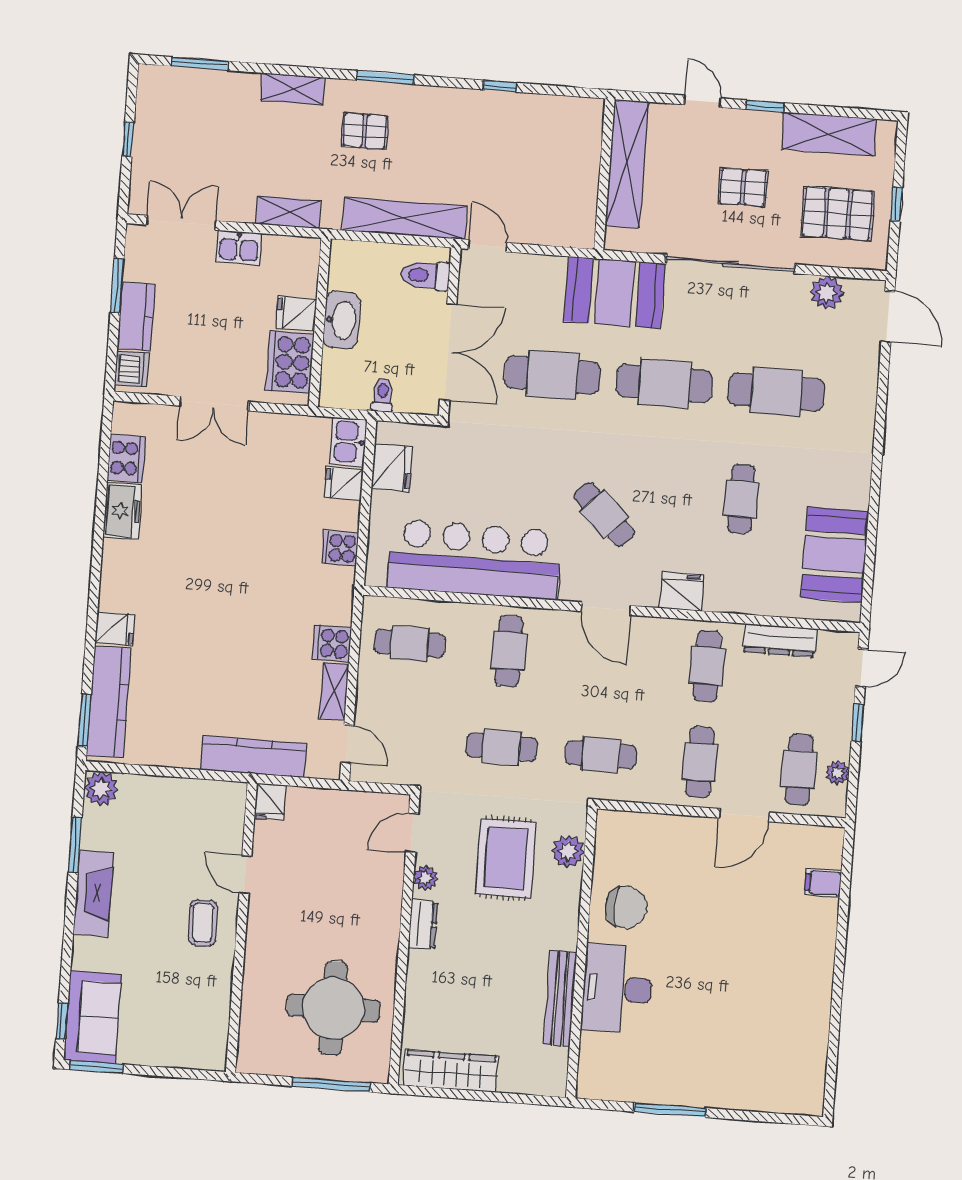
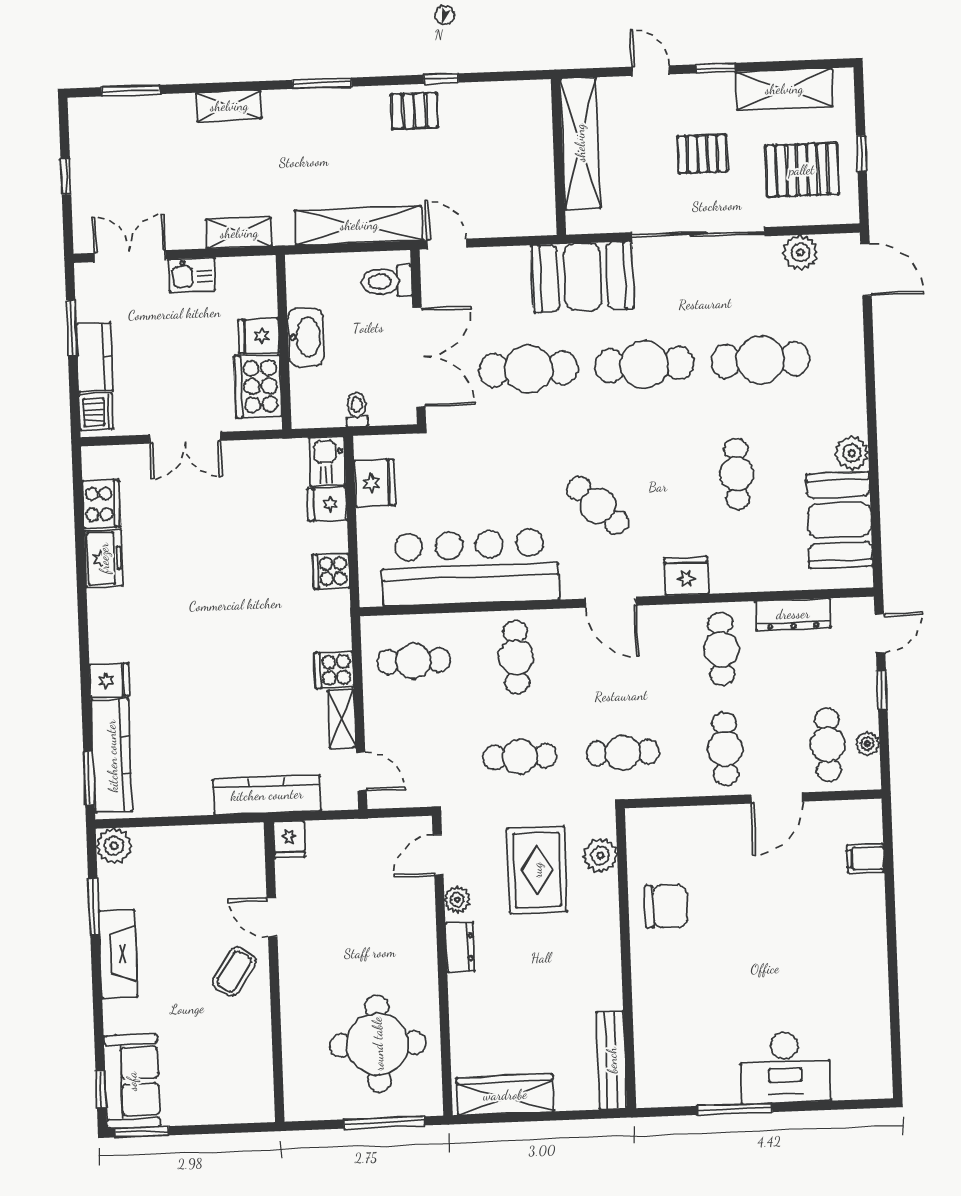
pallet: (365, 131) -> (414, 111), moved
plant: (854, 492) -> (852, 453), added
coffee table: (203, 923) -> (234, 972), turned 34
desk: (617, 989) -> (785, 1067), moved, turned -90
bench: (560, 998) -> (612, 1060), moved

